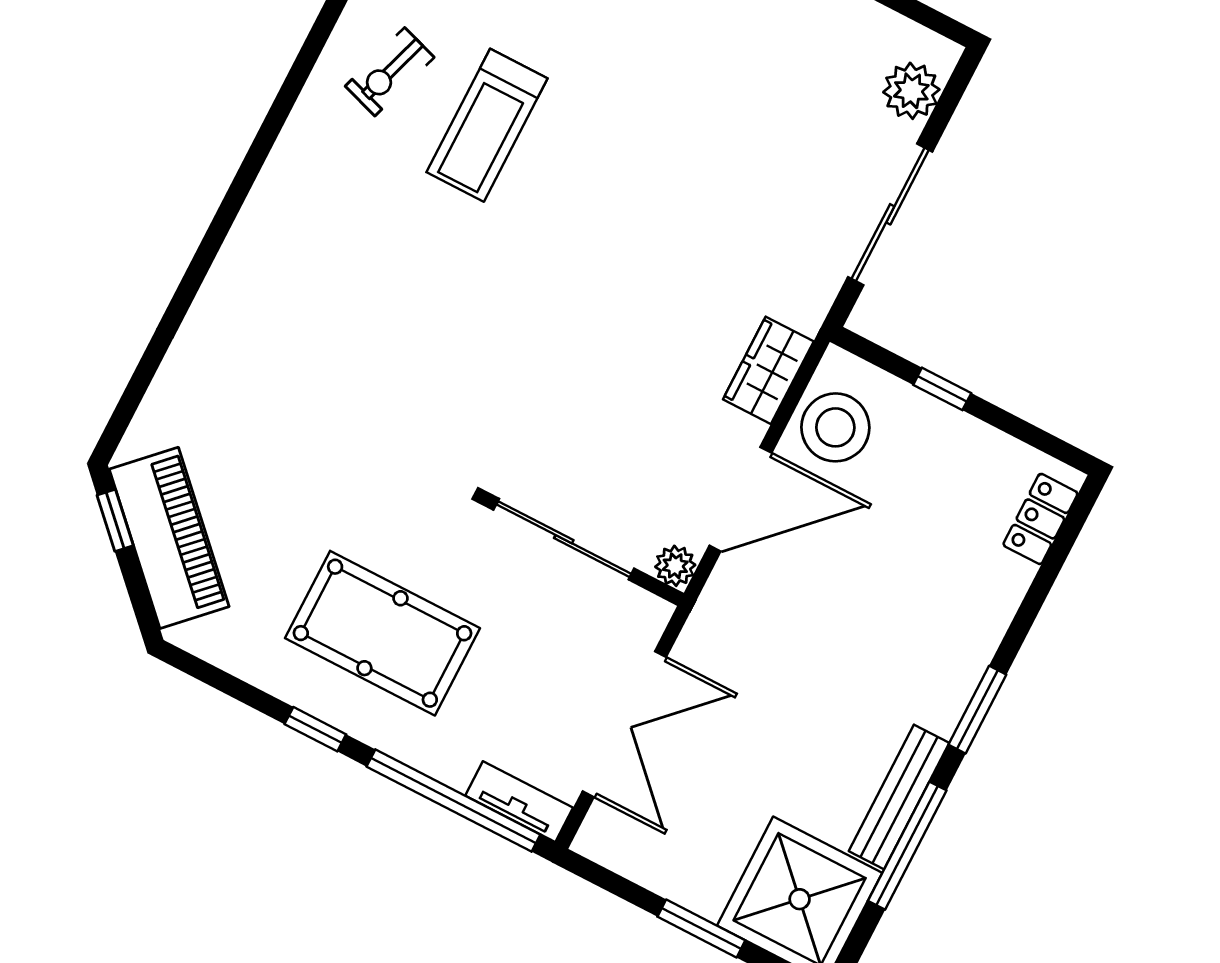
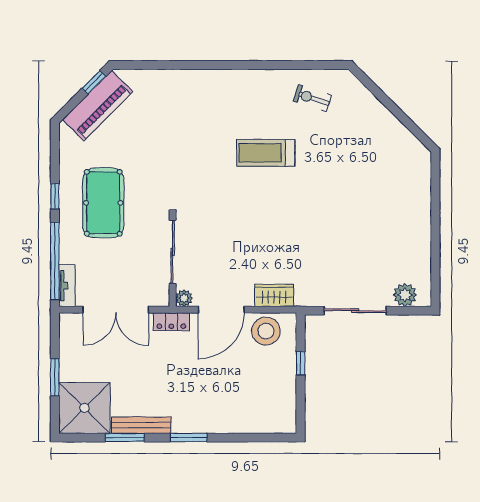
treadmill: (487, 125) -> (266, 153), moved
door: (740, 499) -> (221, 310), hinge flipped
locker: (1040, 519) -> (171, 322), moved, turned 180
window: (907, 846) -> (125, 438), width x0.69

